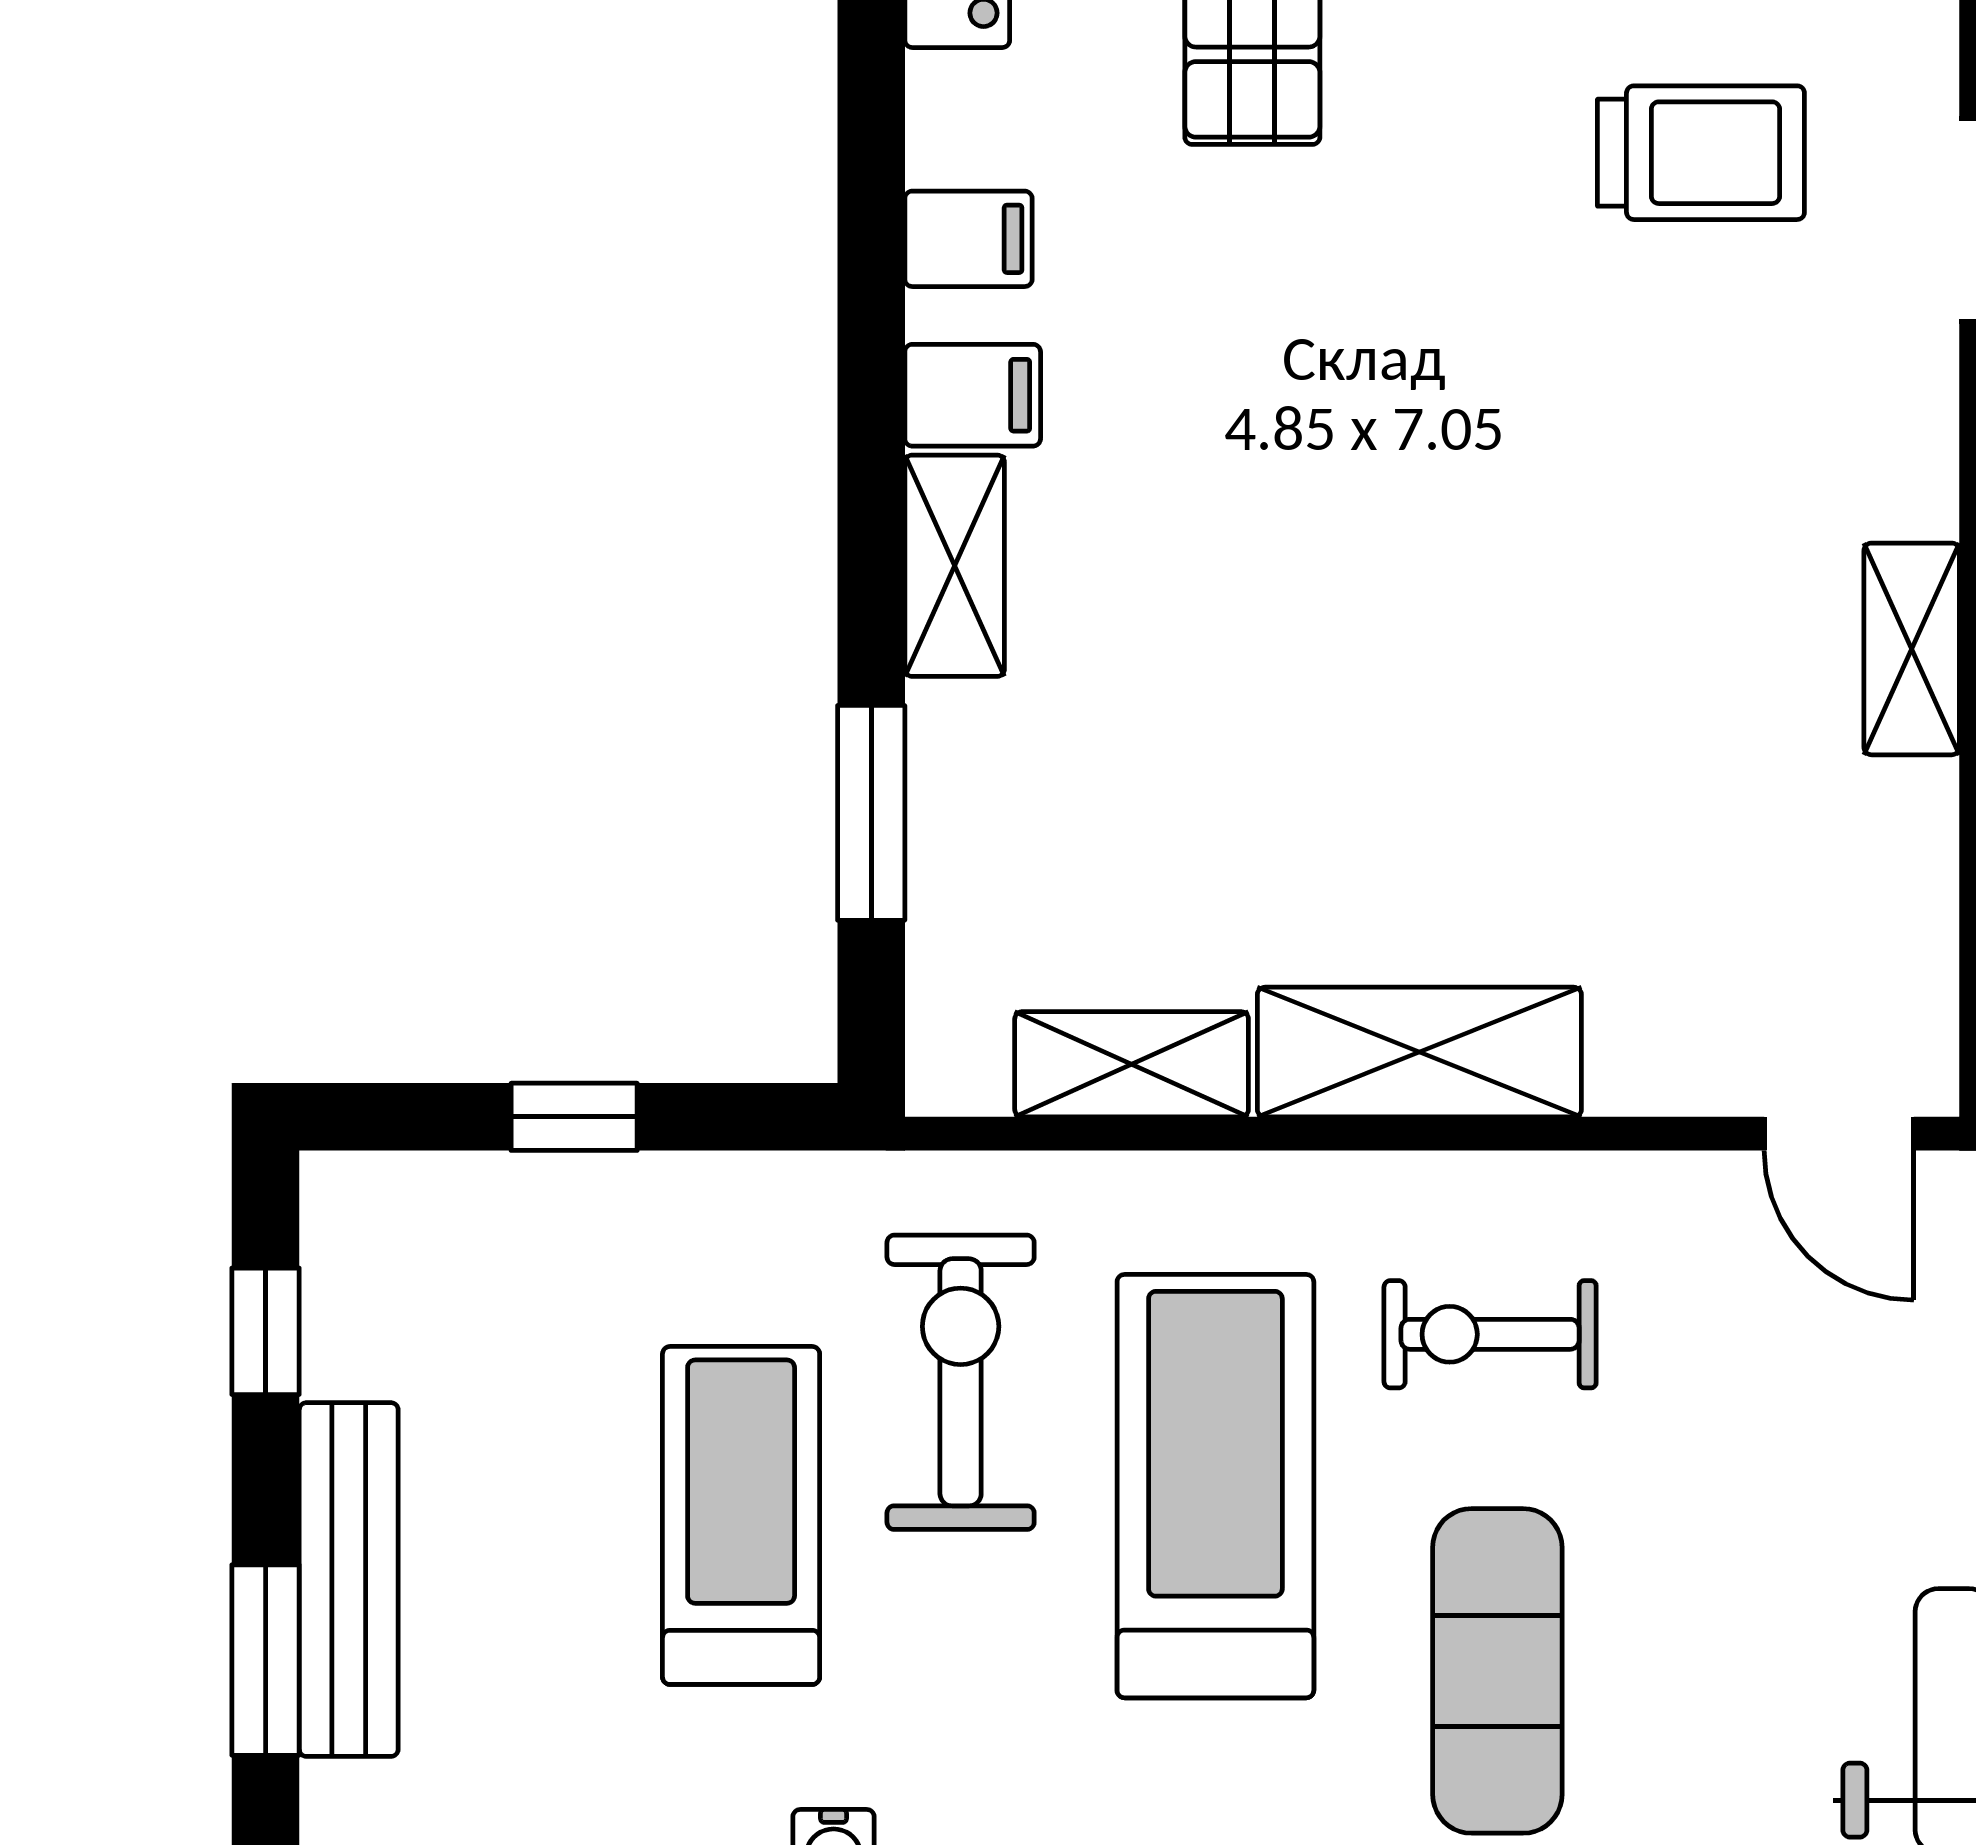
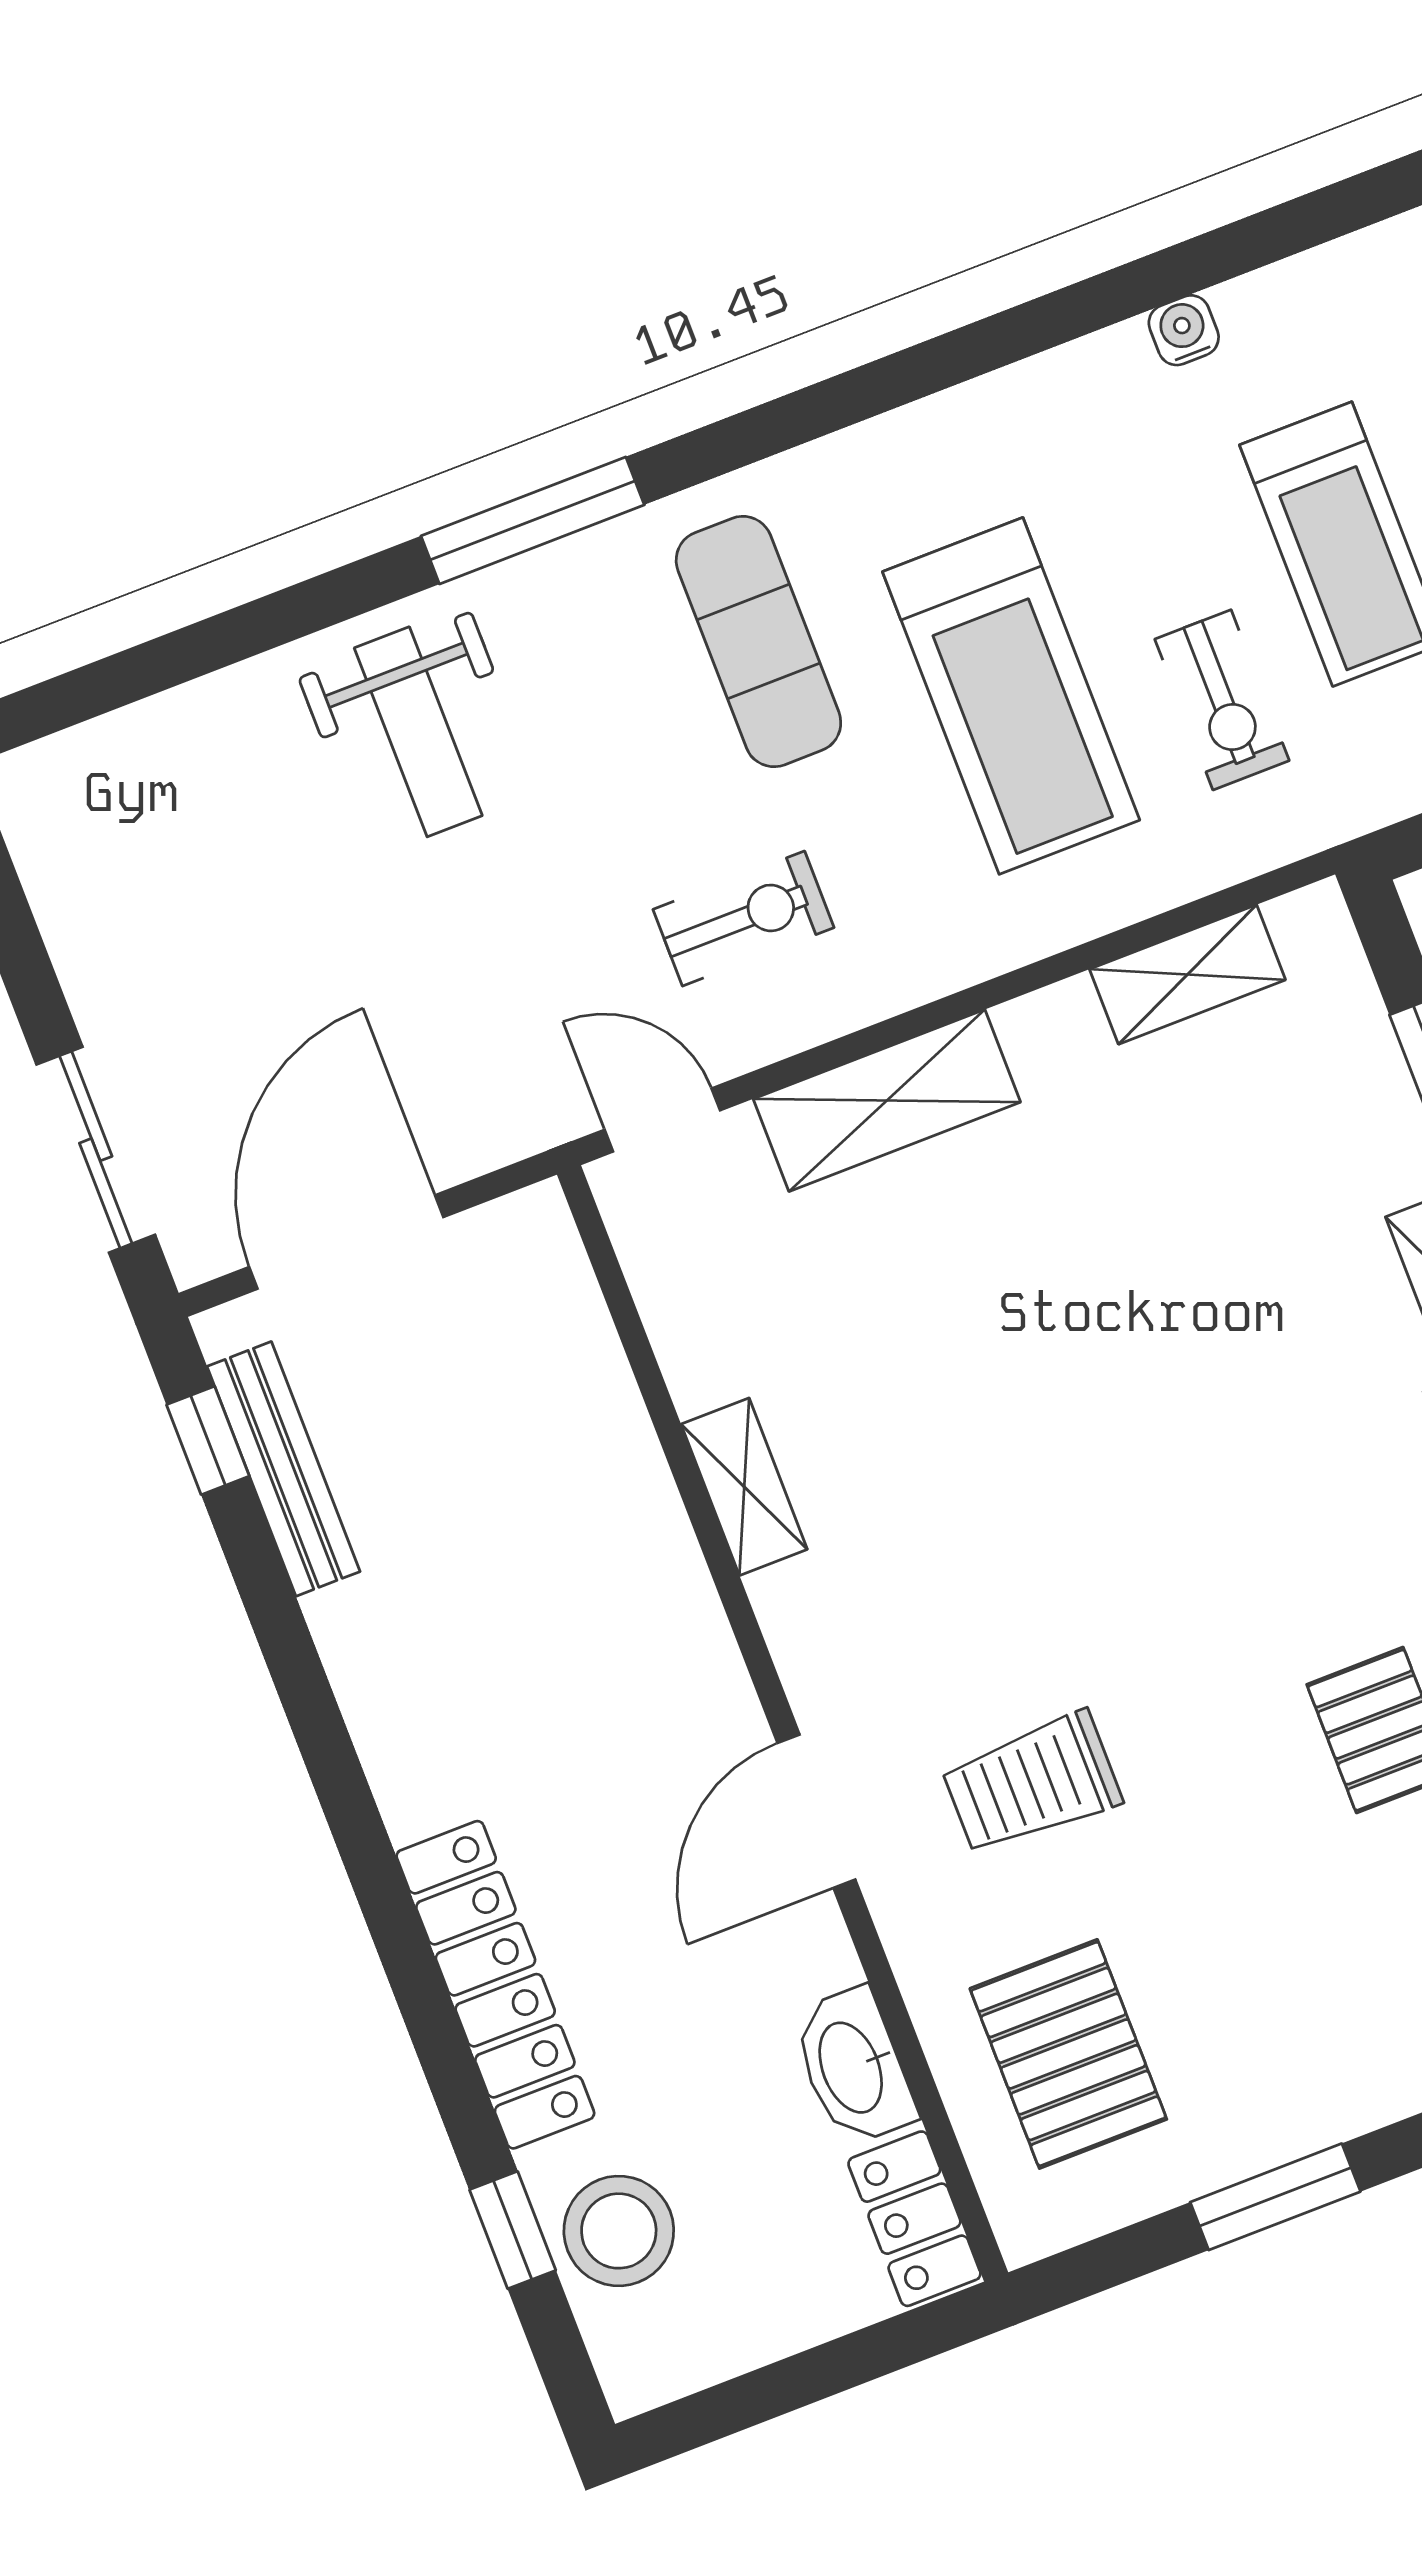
shelving: (1419, 1052) -> (887, 1101), moved
exercise bike: (1490, 1334) -> (743, 919), moved
exercise bike: (961, 1382) -> (1222, 700), width x0.73, depth x0.72

